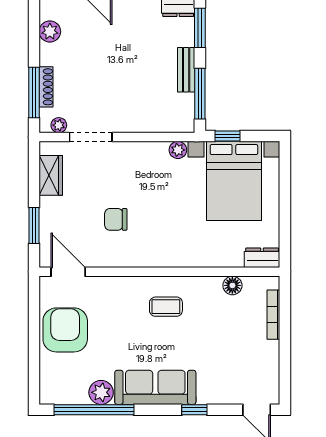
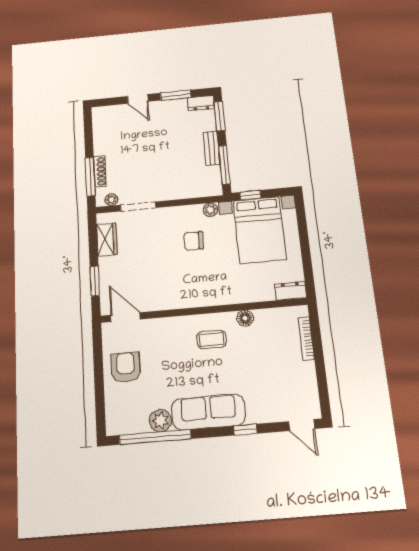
plant: (50, 31) -> (101, 130), removed
chair: (116, 219) -> (193, 241), moved
floor lamp: (232, 285) -> (245, 318), moved
armchair: (65, 330) -> (126, 367), width x0.73, depth x0.73

